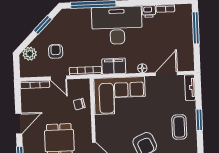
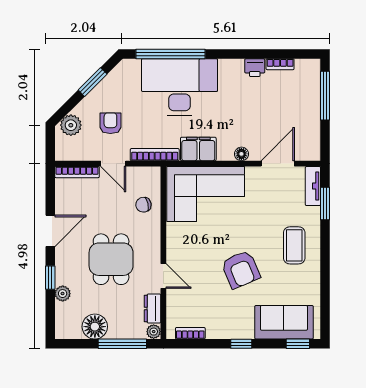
desk: (117, 25) -> (179, 87), moved
window: (199, 120) -> (325, 203), moved

